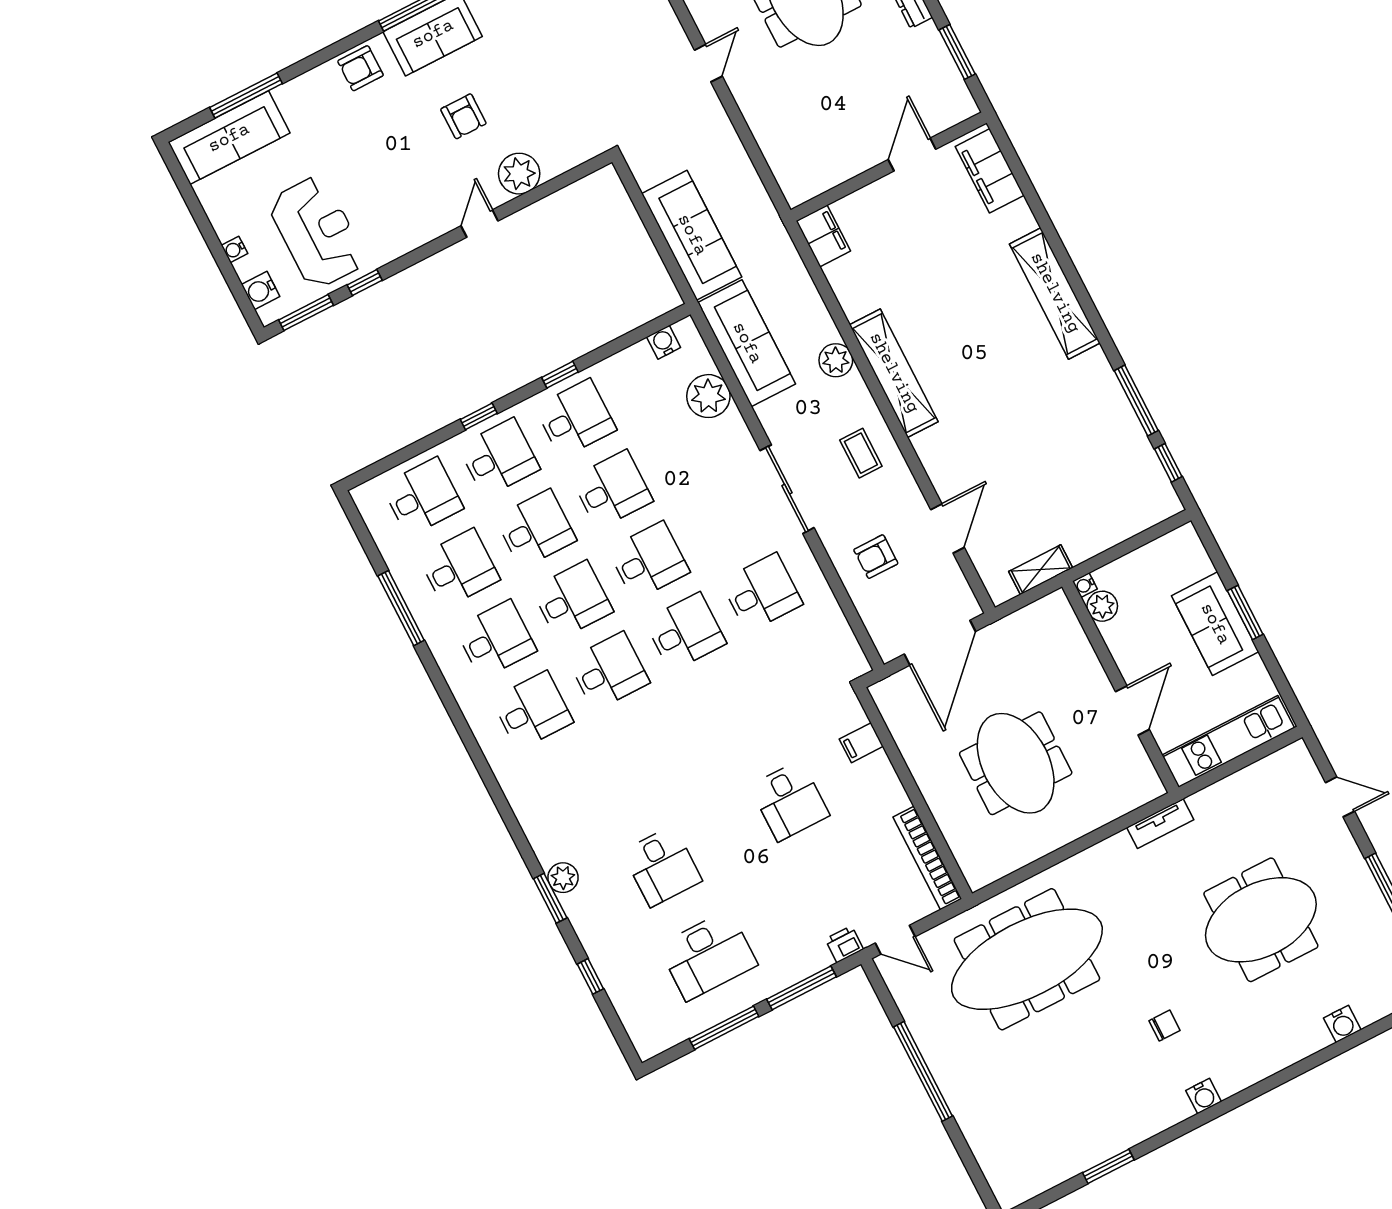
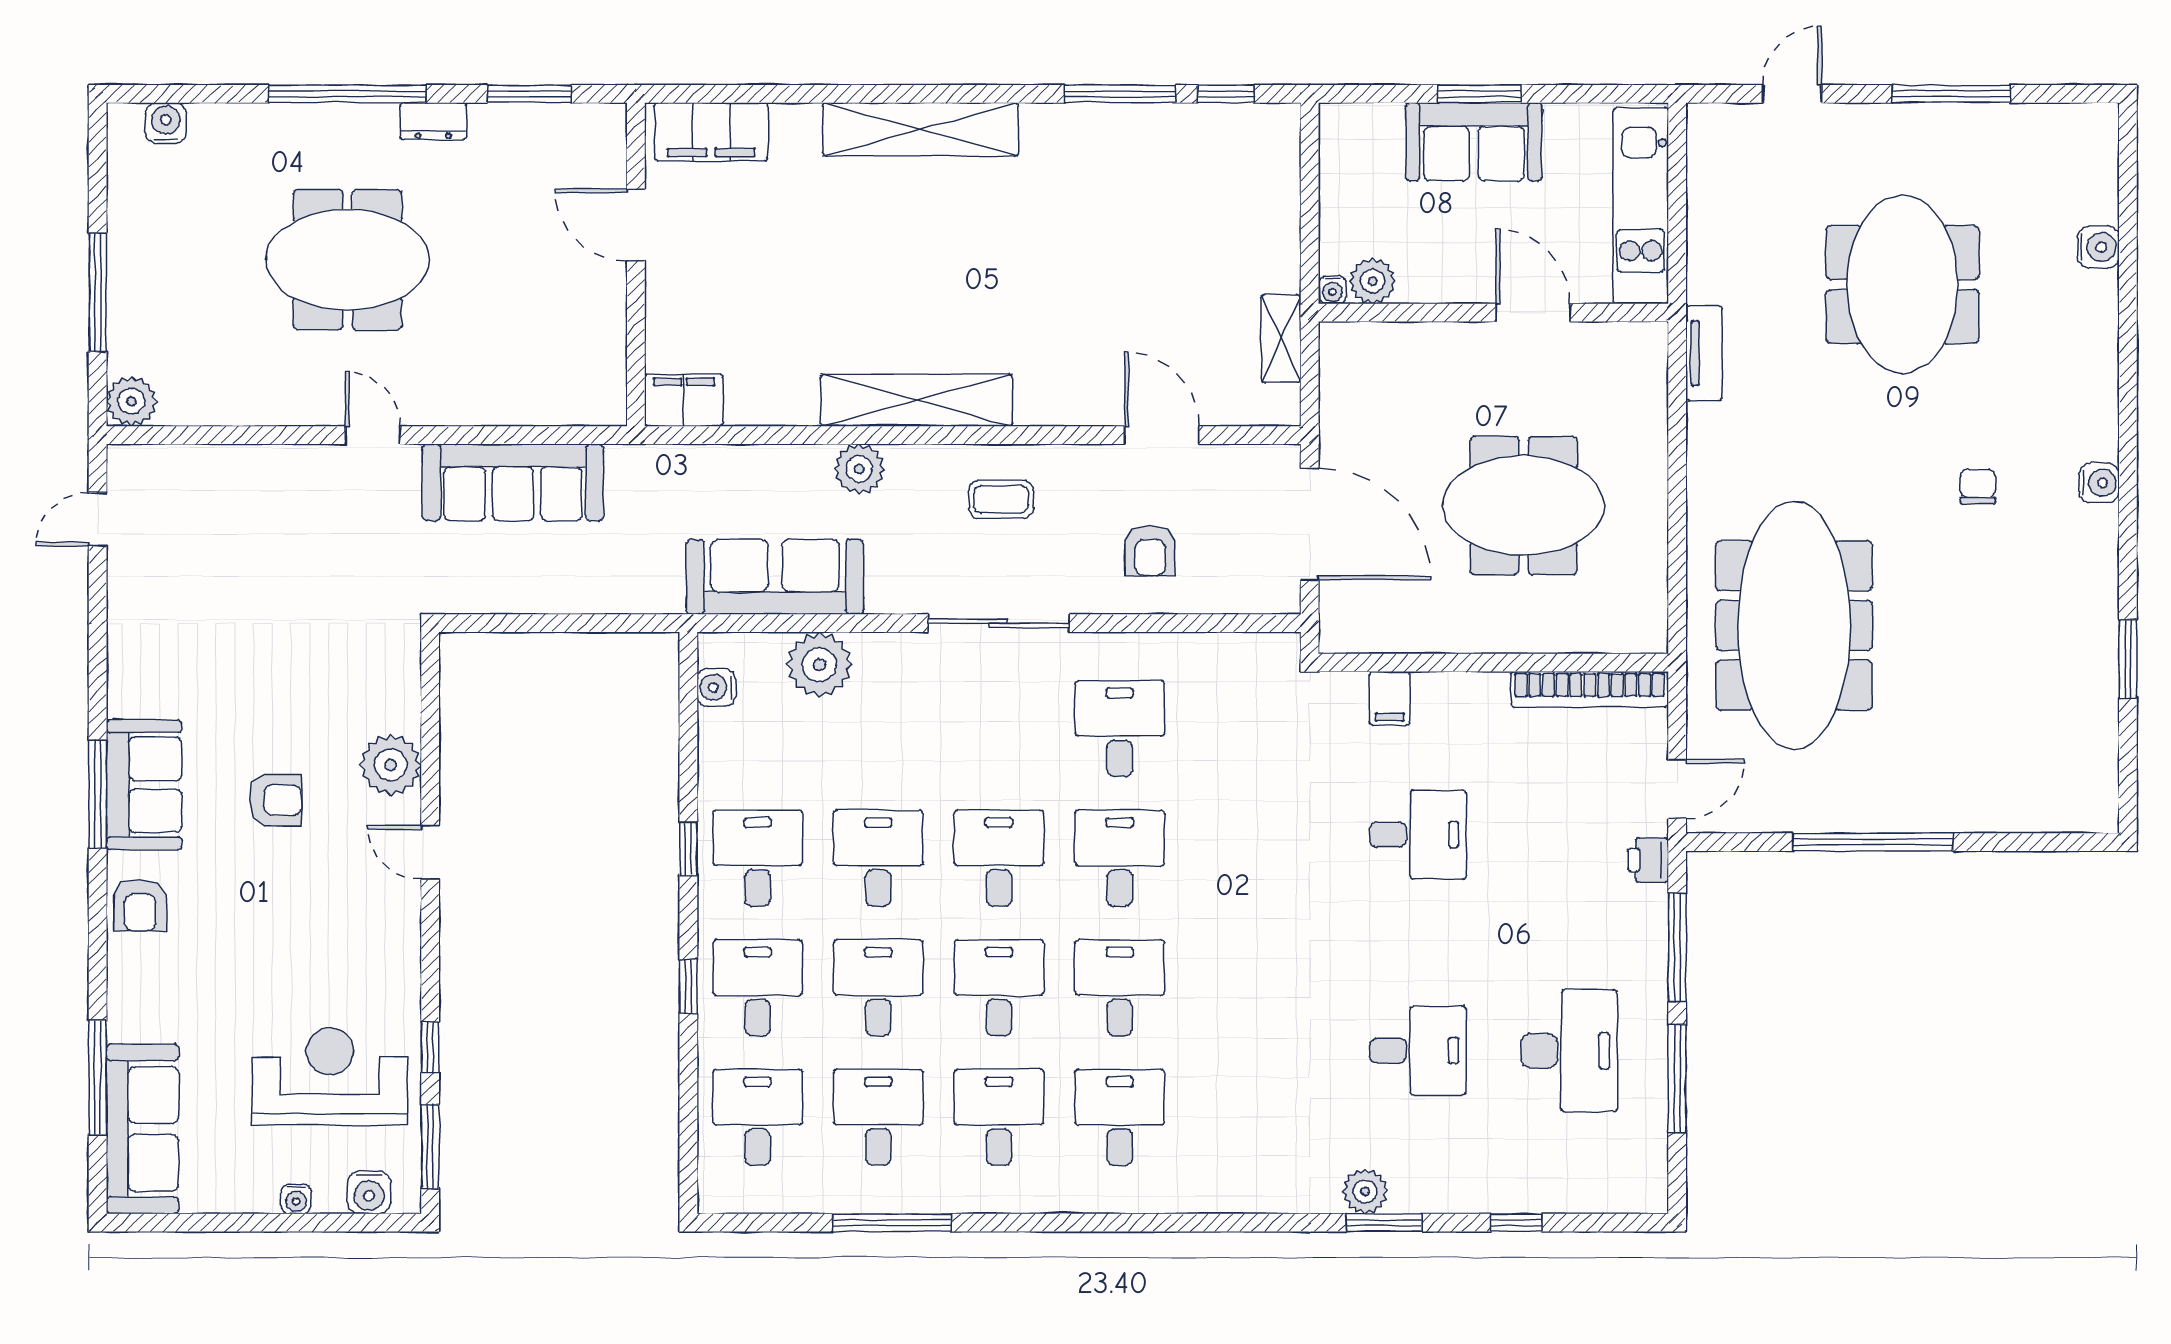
sofa: (692, 235) -> (513, 482), moved, turned 180

